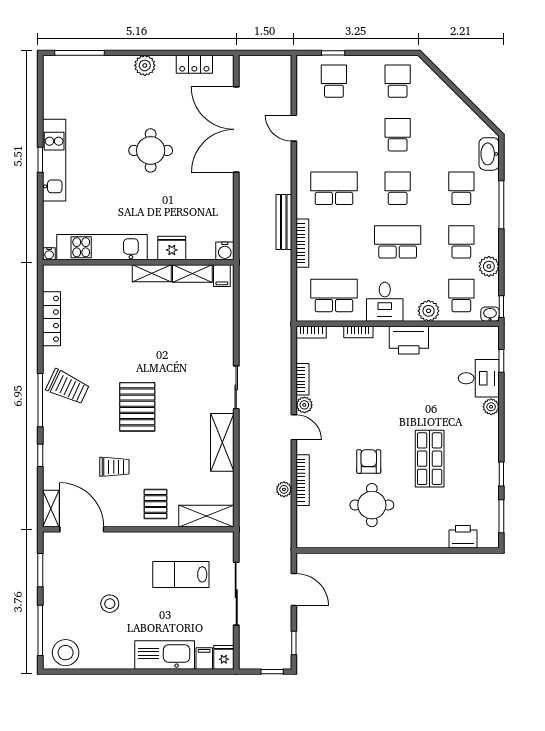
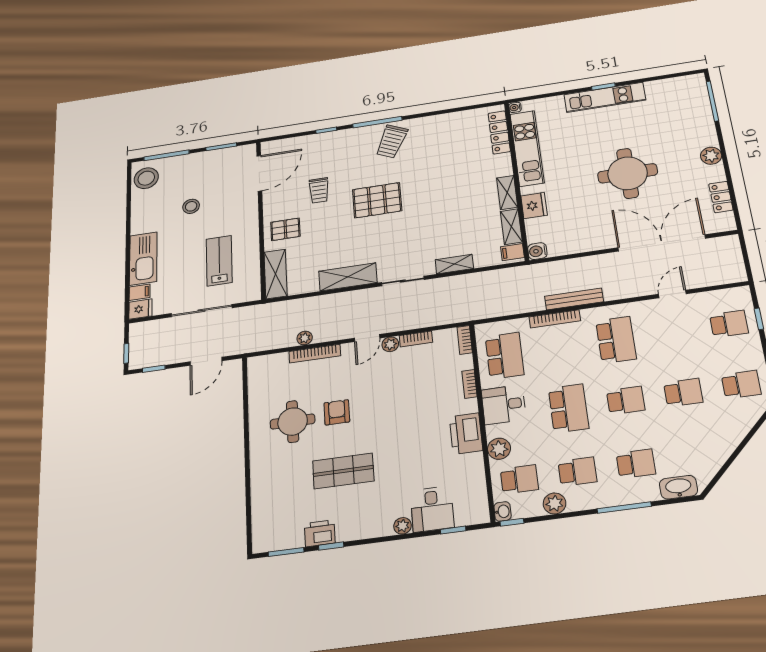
round table: (151, 150) -> (628, 173), width x1.36, depth x1.36
locker: (51, 319) -> (499, 132), moved, turned 90
armchair: (369, 462) -> (337, 412), turned -90
shelving: (51, 509) -> (454, 264), moved
printer: (463, 537) -> (320, 533), moved, turned -90

